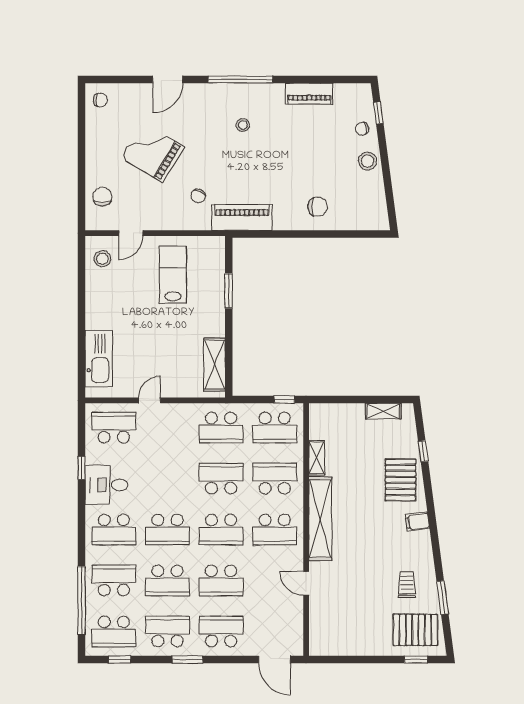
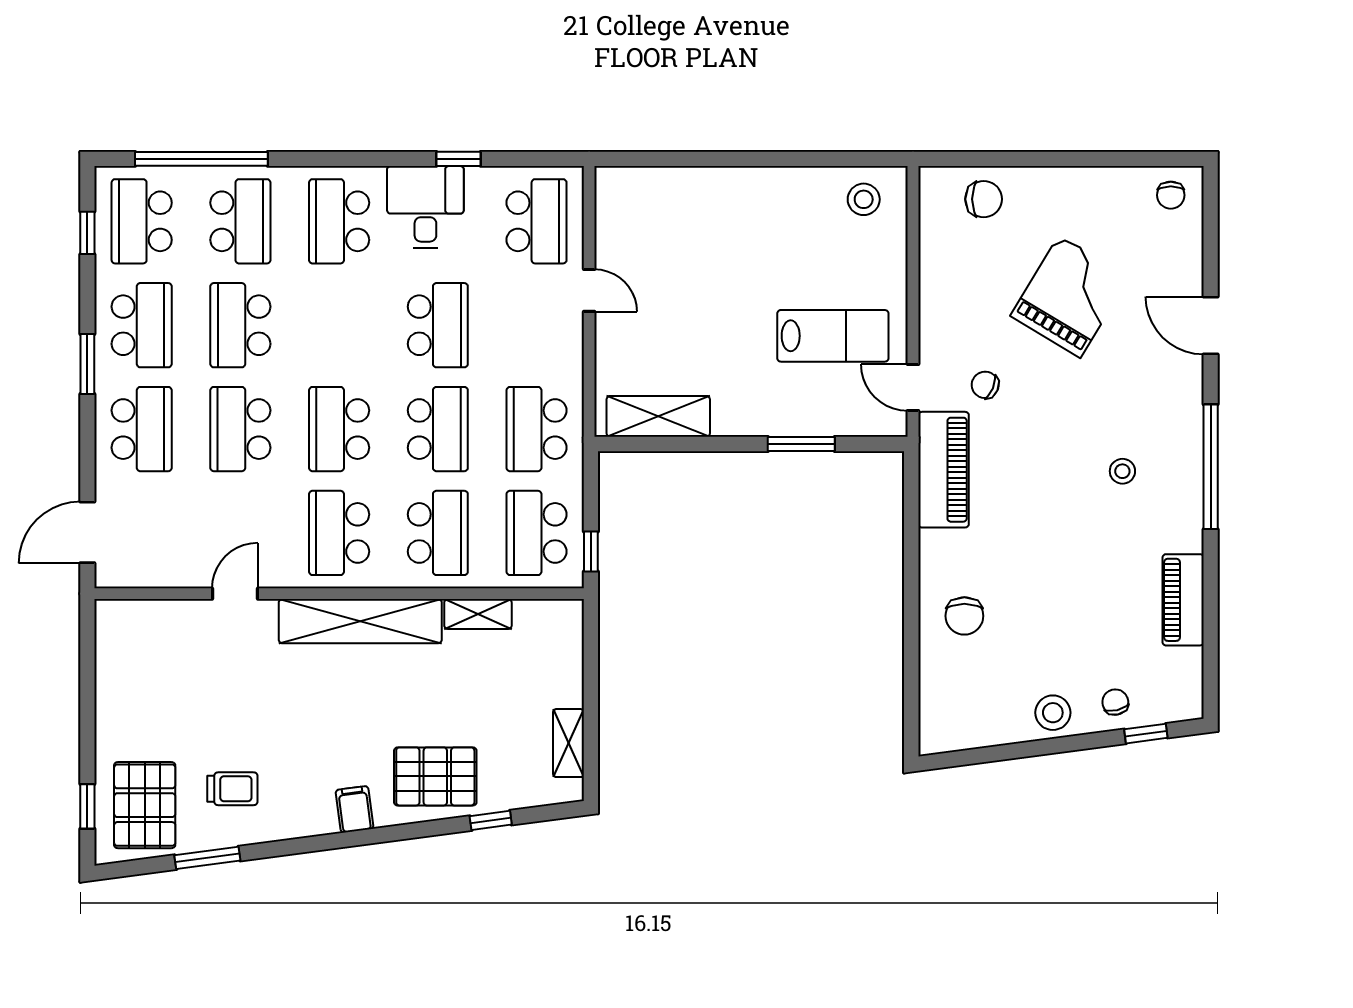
door: (131, 233) -> (913, 388), moved
kitchen sink: (99, 359) -> (670, 192), removed
school desk: (167, 530) -> (438, 325), moved, turned 180

